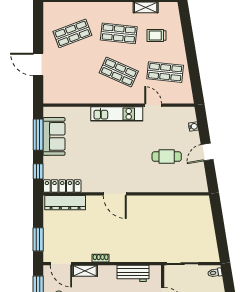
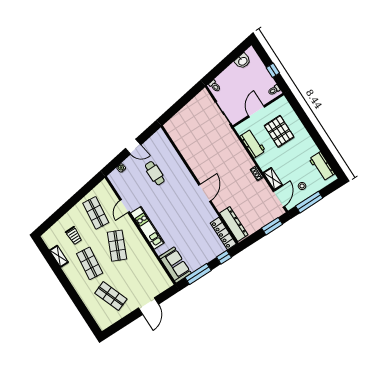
sofa: (54, 136) -> (175, 265), moved, turned 90

